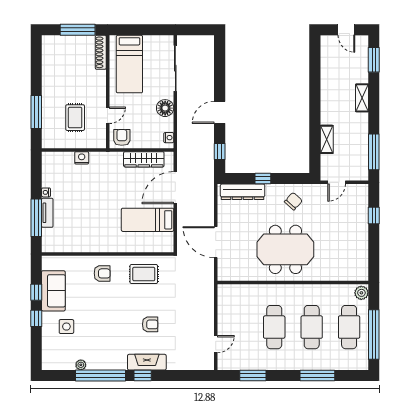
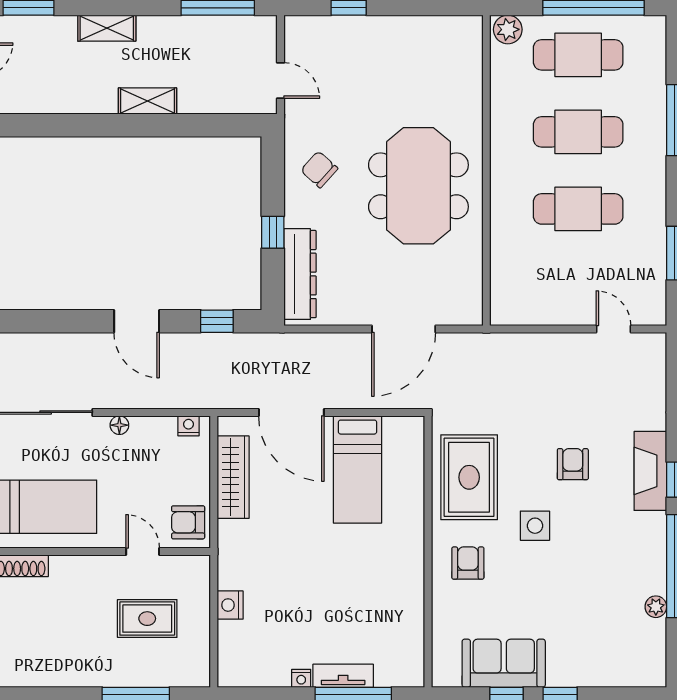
floor lamp: (165, 108) -> (119, 425), width x0.53, depth x0.53
shelving: (327, 139) -> (147, 101), moved
rug: (144, 274) -> (469, 477), width x1.36, depth x1.43
side table: (66, 327) -> (535, 526), moved

